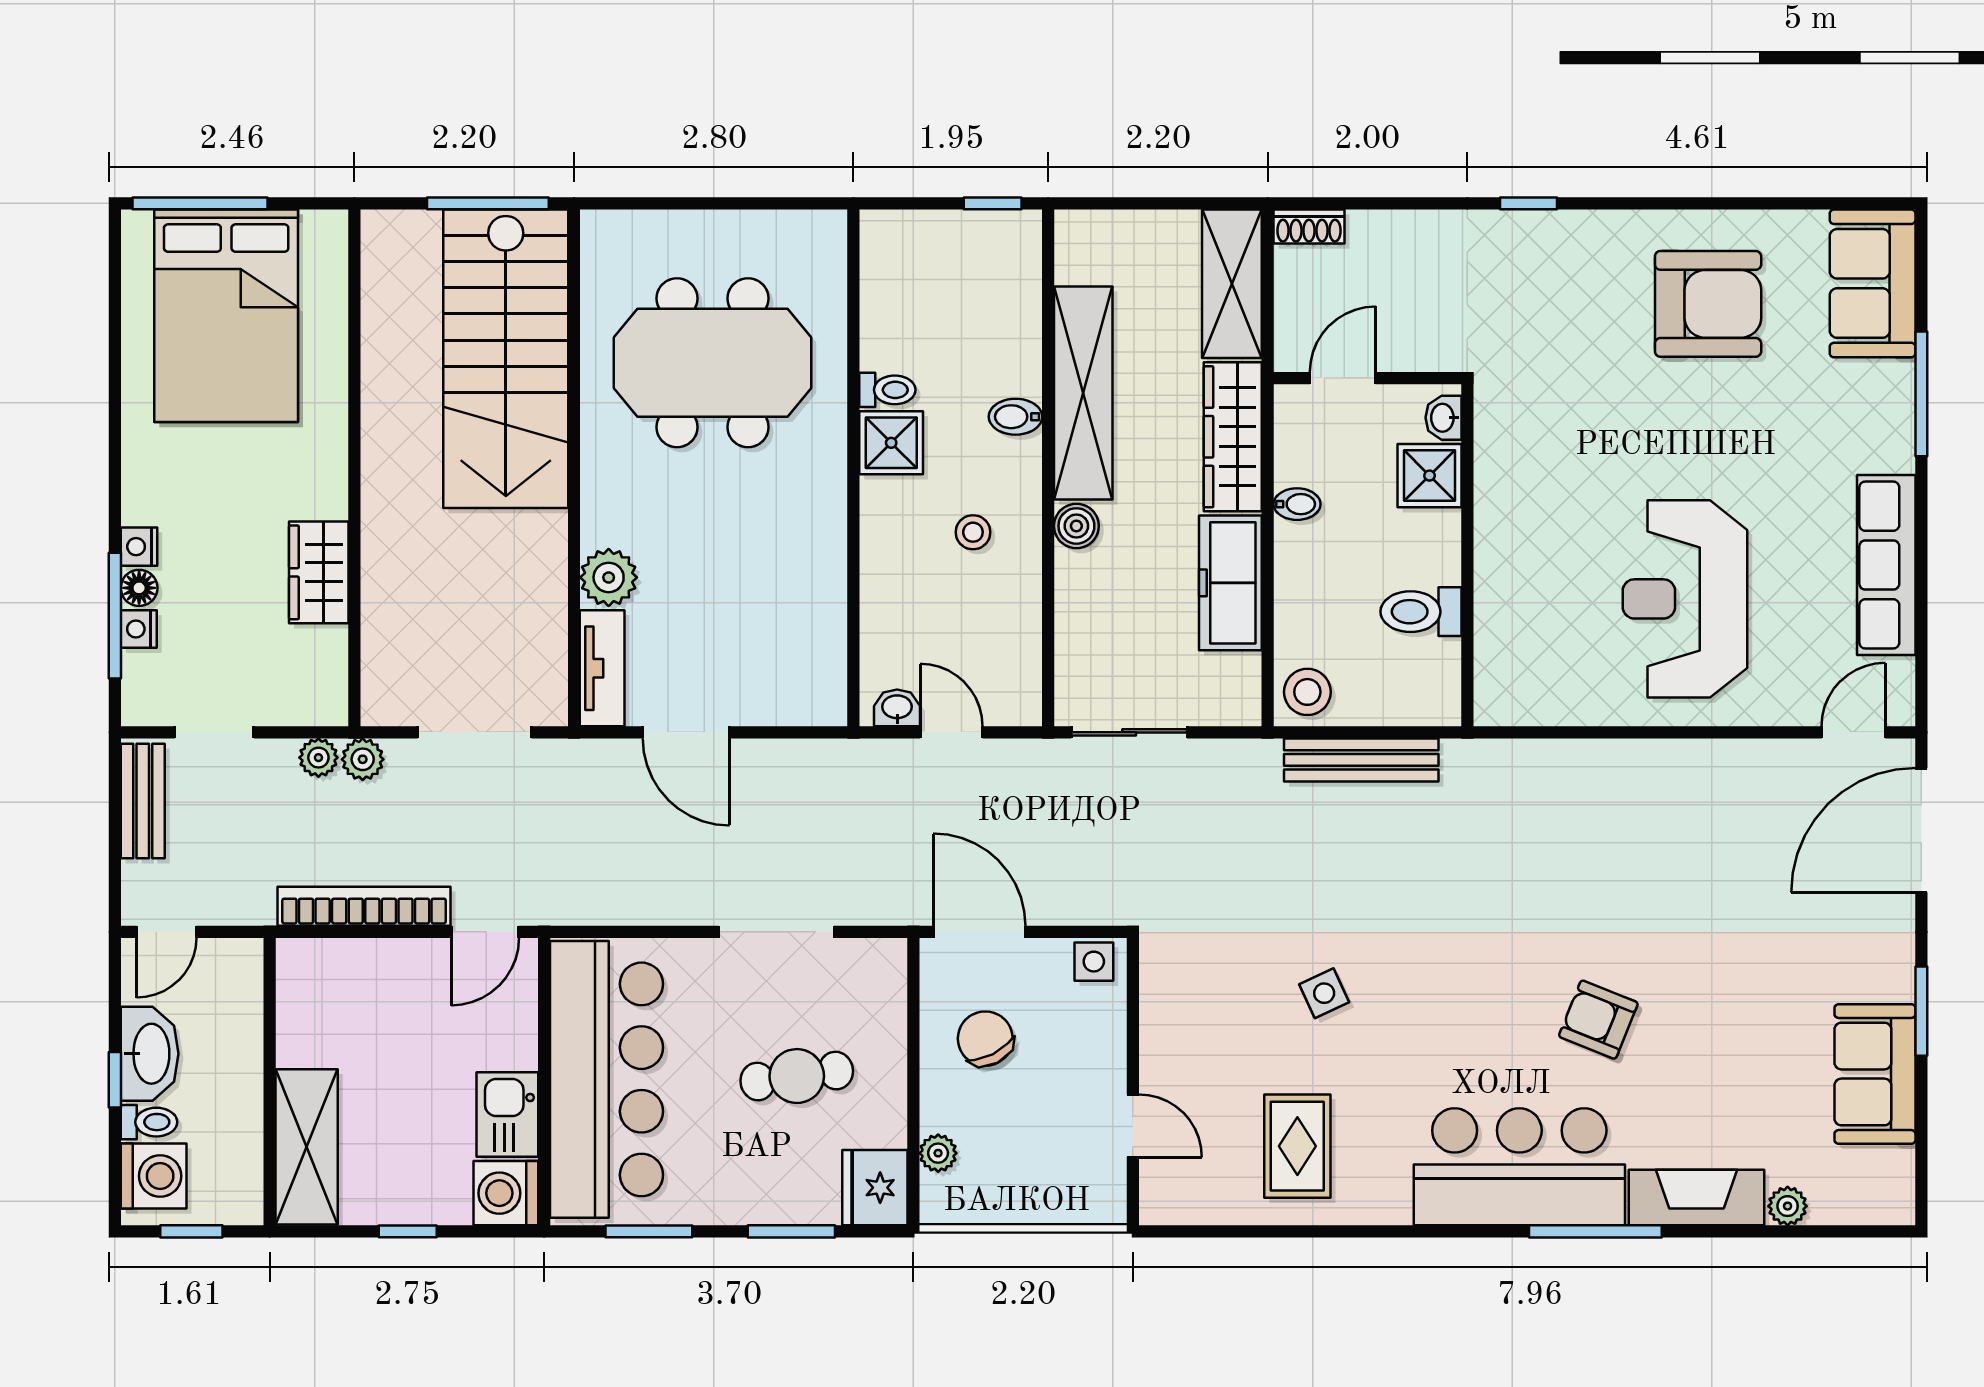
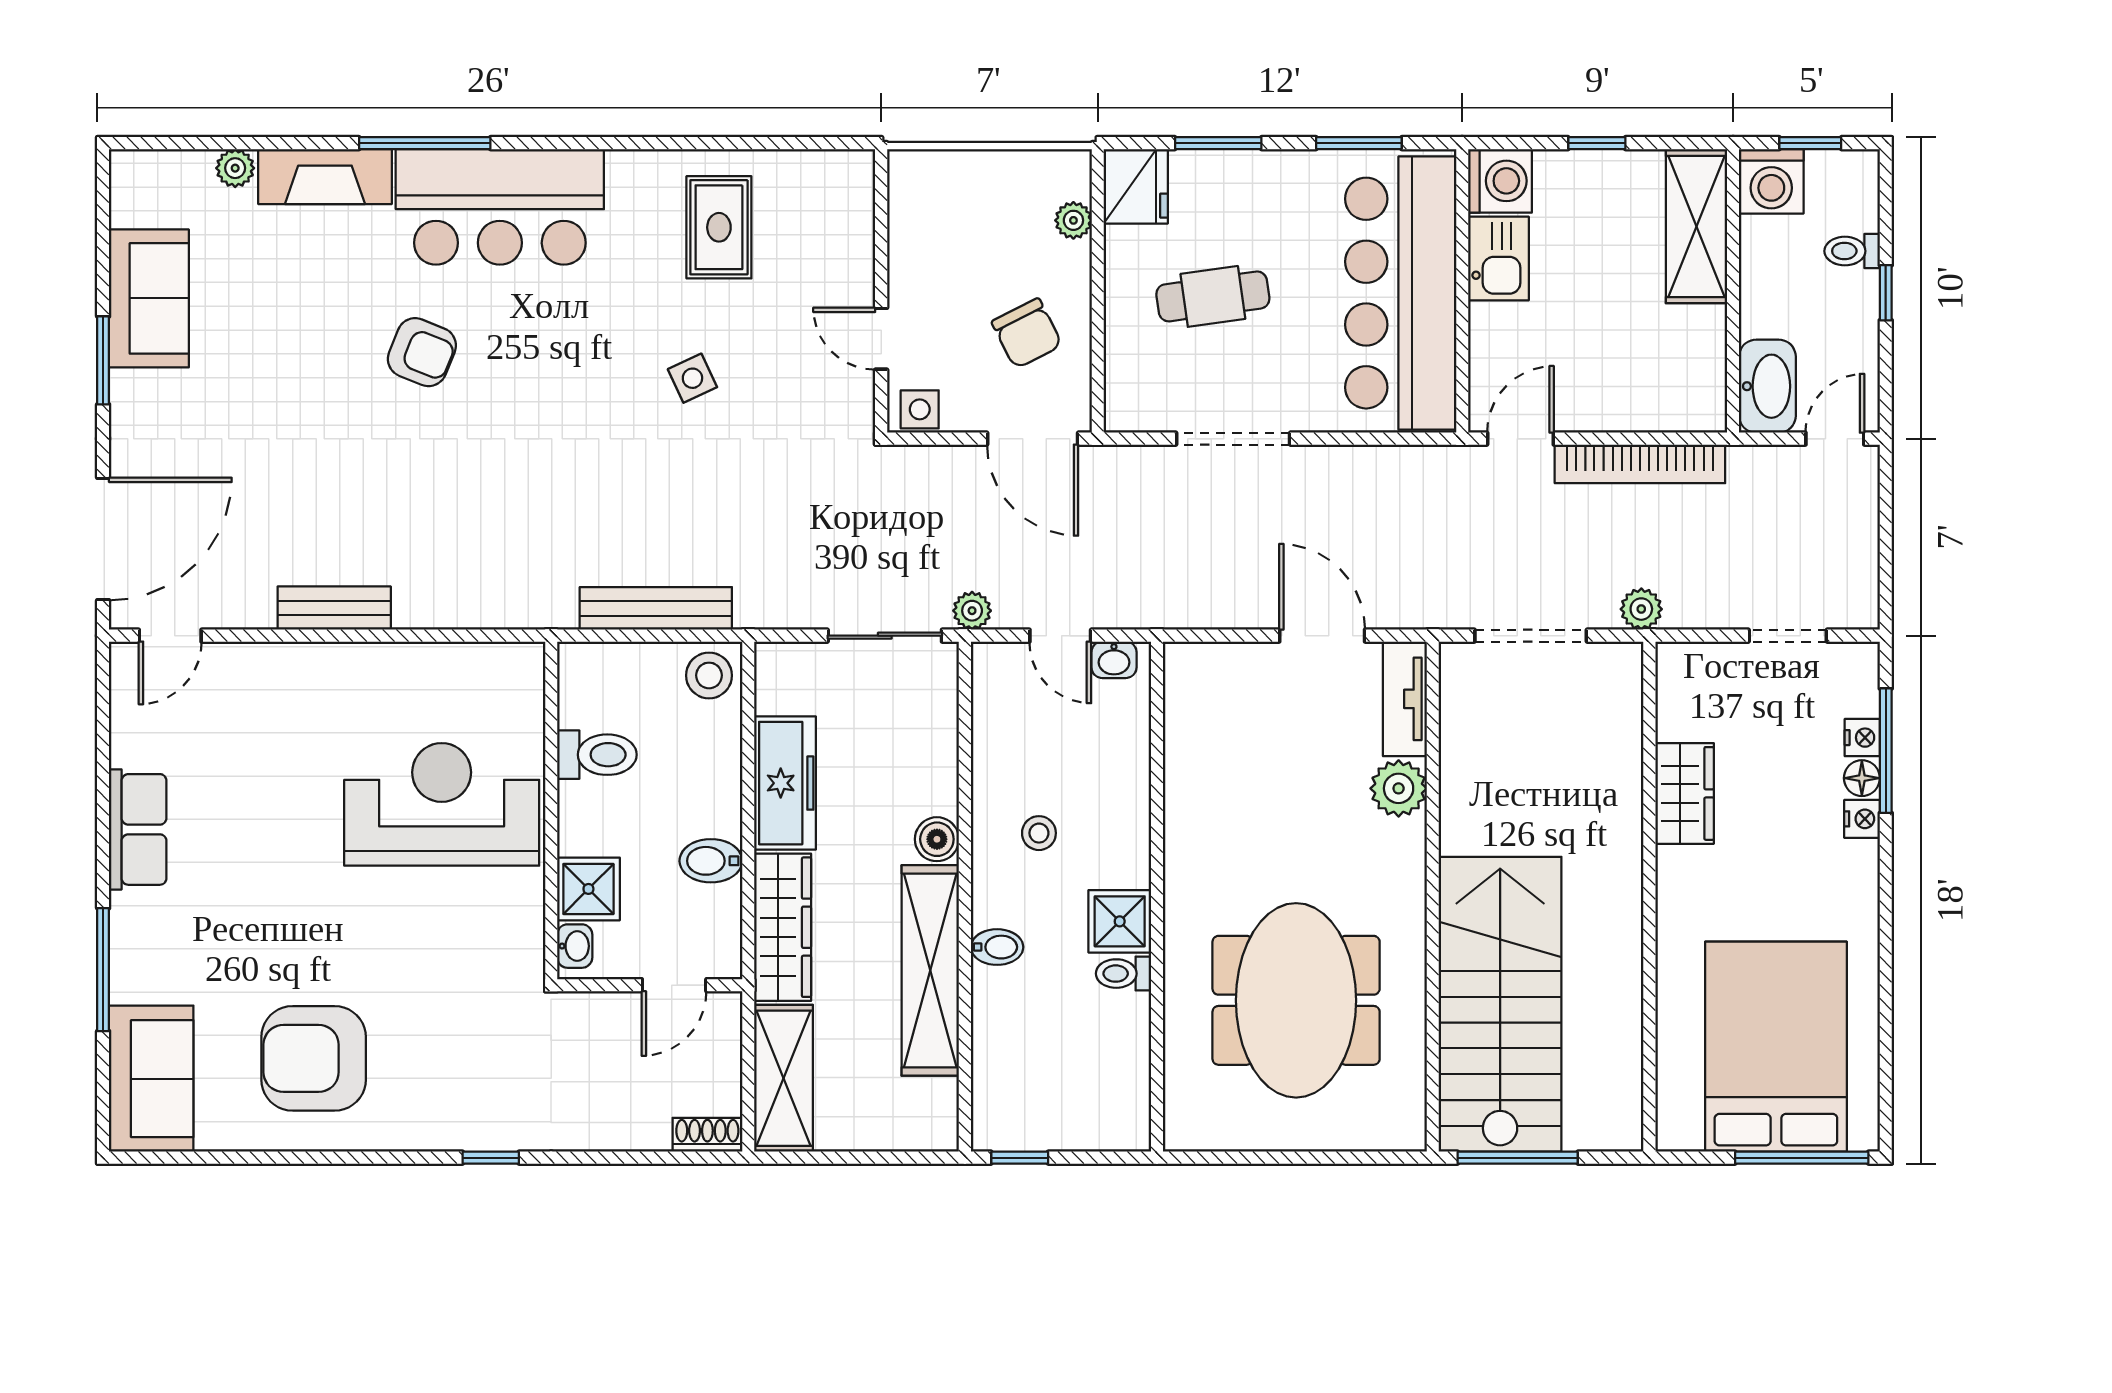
meeting table: (712, 363) -> (1296, 1000), turned 90
bidet: (1297, 504) -> (711, 861), width x1.38, depth x1.36
row of seats: (1886, 565) -> (138, 829), width x0.68
reception desk: (1685, 599) -> (442, 804), moved, turned -90
plant: (318, 758) -> (972, 611), moved
bench: (143, 801) -> (334, 608), moved, turned 90
washbasin: (150, 1054) -> (1767, 386), moved, turned 180
door: (1133, 1126) -> (881, 339), moved
washing machine: (154, 1176) -> (1771, 181), moved, turned -90

